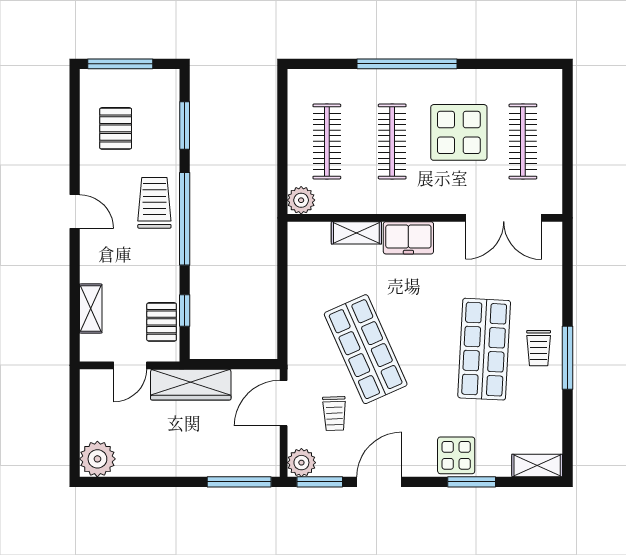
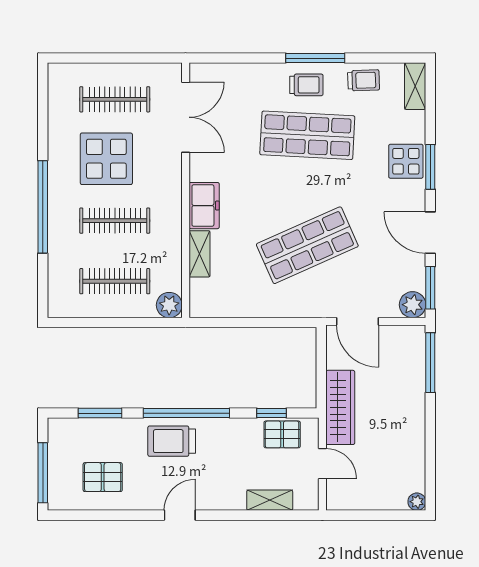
trolley: (334, 414) -> (364, 80), moved
plant: (97, 459) -> (417, 502), width x0.53, depth x0.53
window: (472, 482) -> (430, 167), moved

